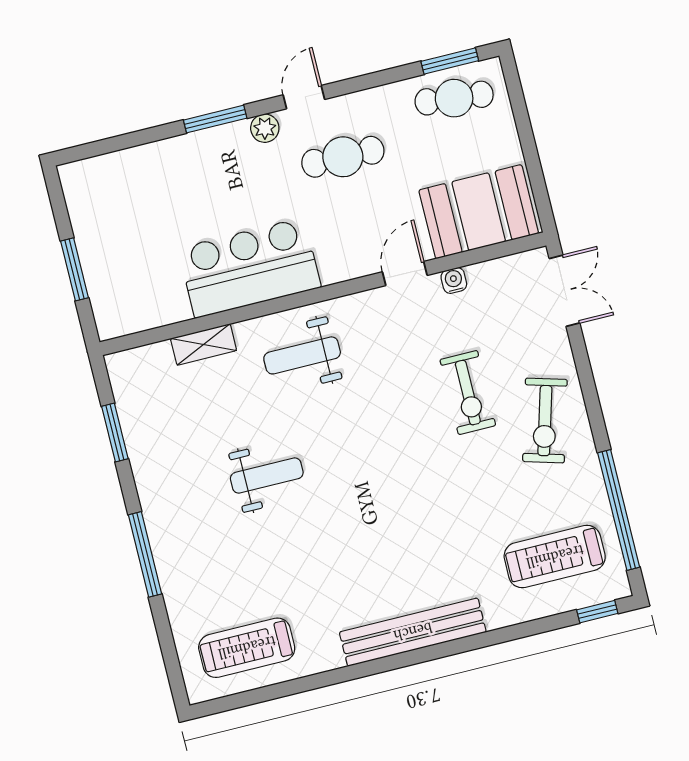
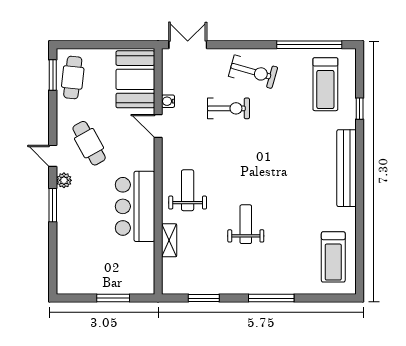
cafe table: (343, 157) -> (89, 143), turned -30
weight bench: (302, 355) -> (188, 190), turned 180
window: (597, 612) -> (360, 109), moved

